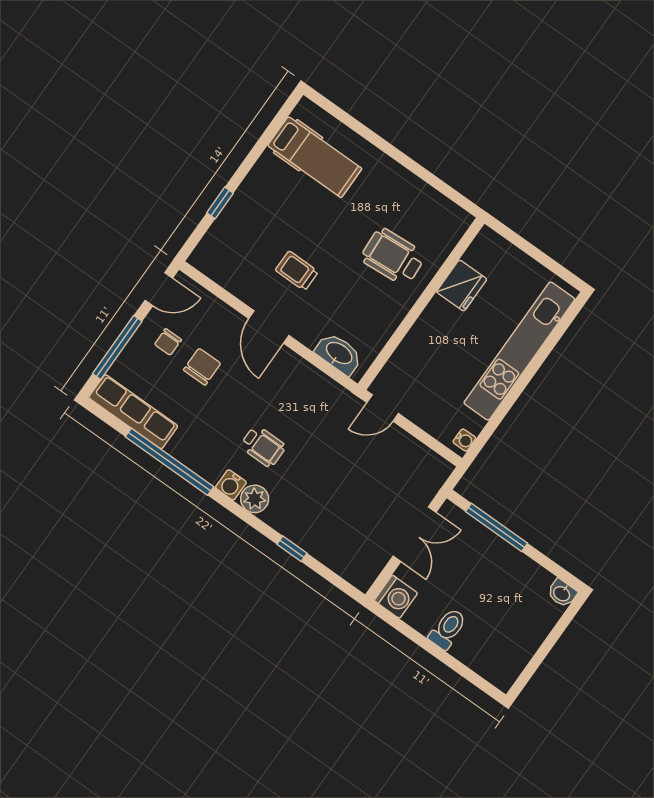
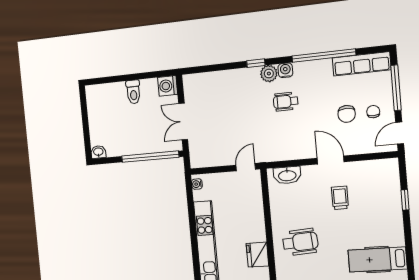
trolley: (297, 271) -> (340, 198), turned -90
window: (496, 527) -> (150, 157), width x1.46
window: (292, 549) -> (256, 63), moved

